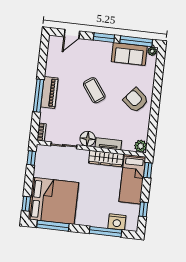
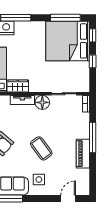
window: (104, 38) -> (38, 199), removed
side table: (101, 58) -> (39, 179), added
piano: (49, 92) -> (83, 154), moved
window: (31, 158) -> (93, 61), moved
wardrobe: (106, 159) -> (18, 86), width x0.67

